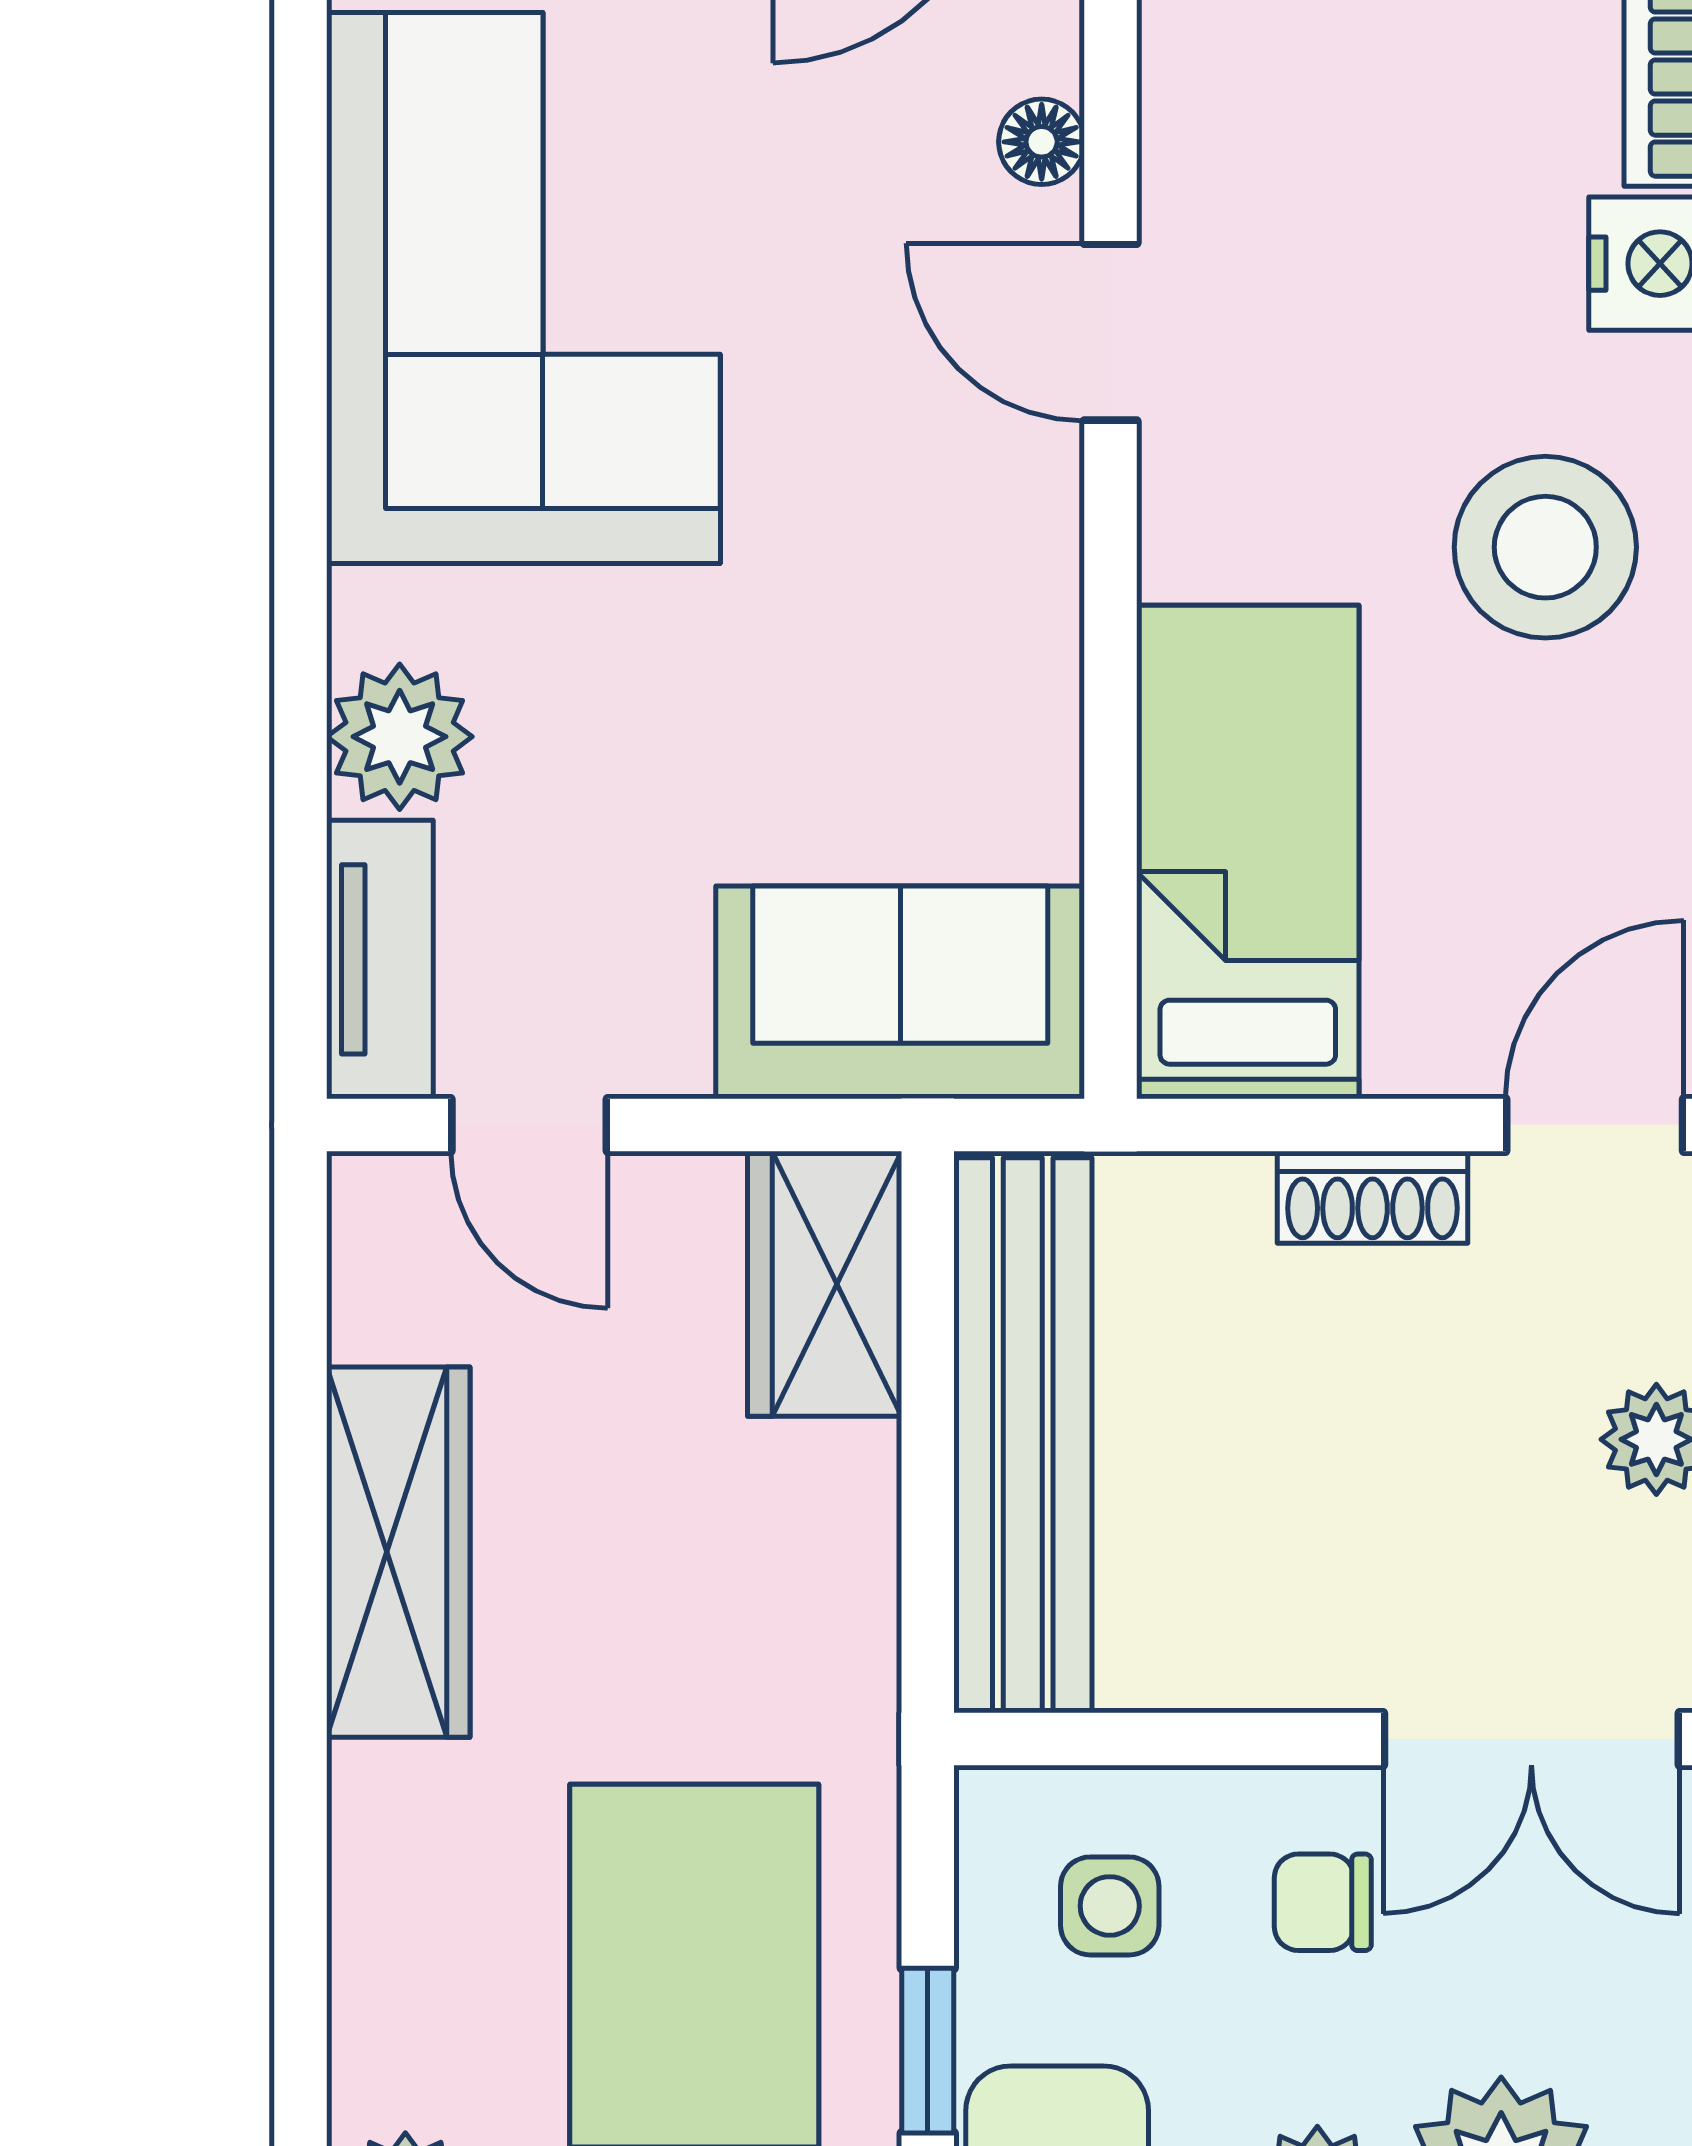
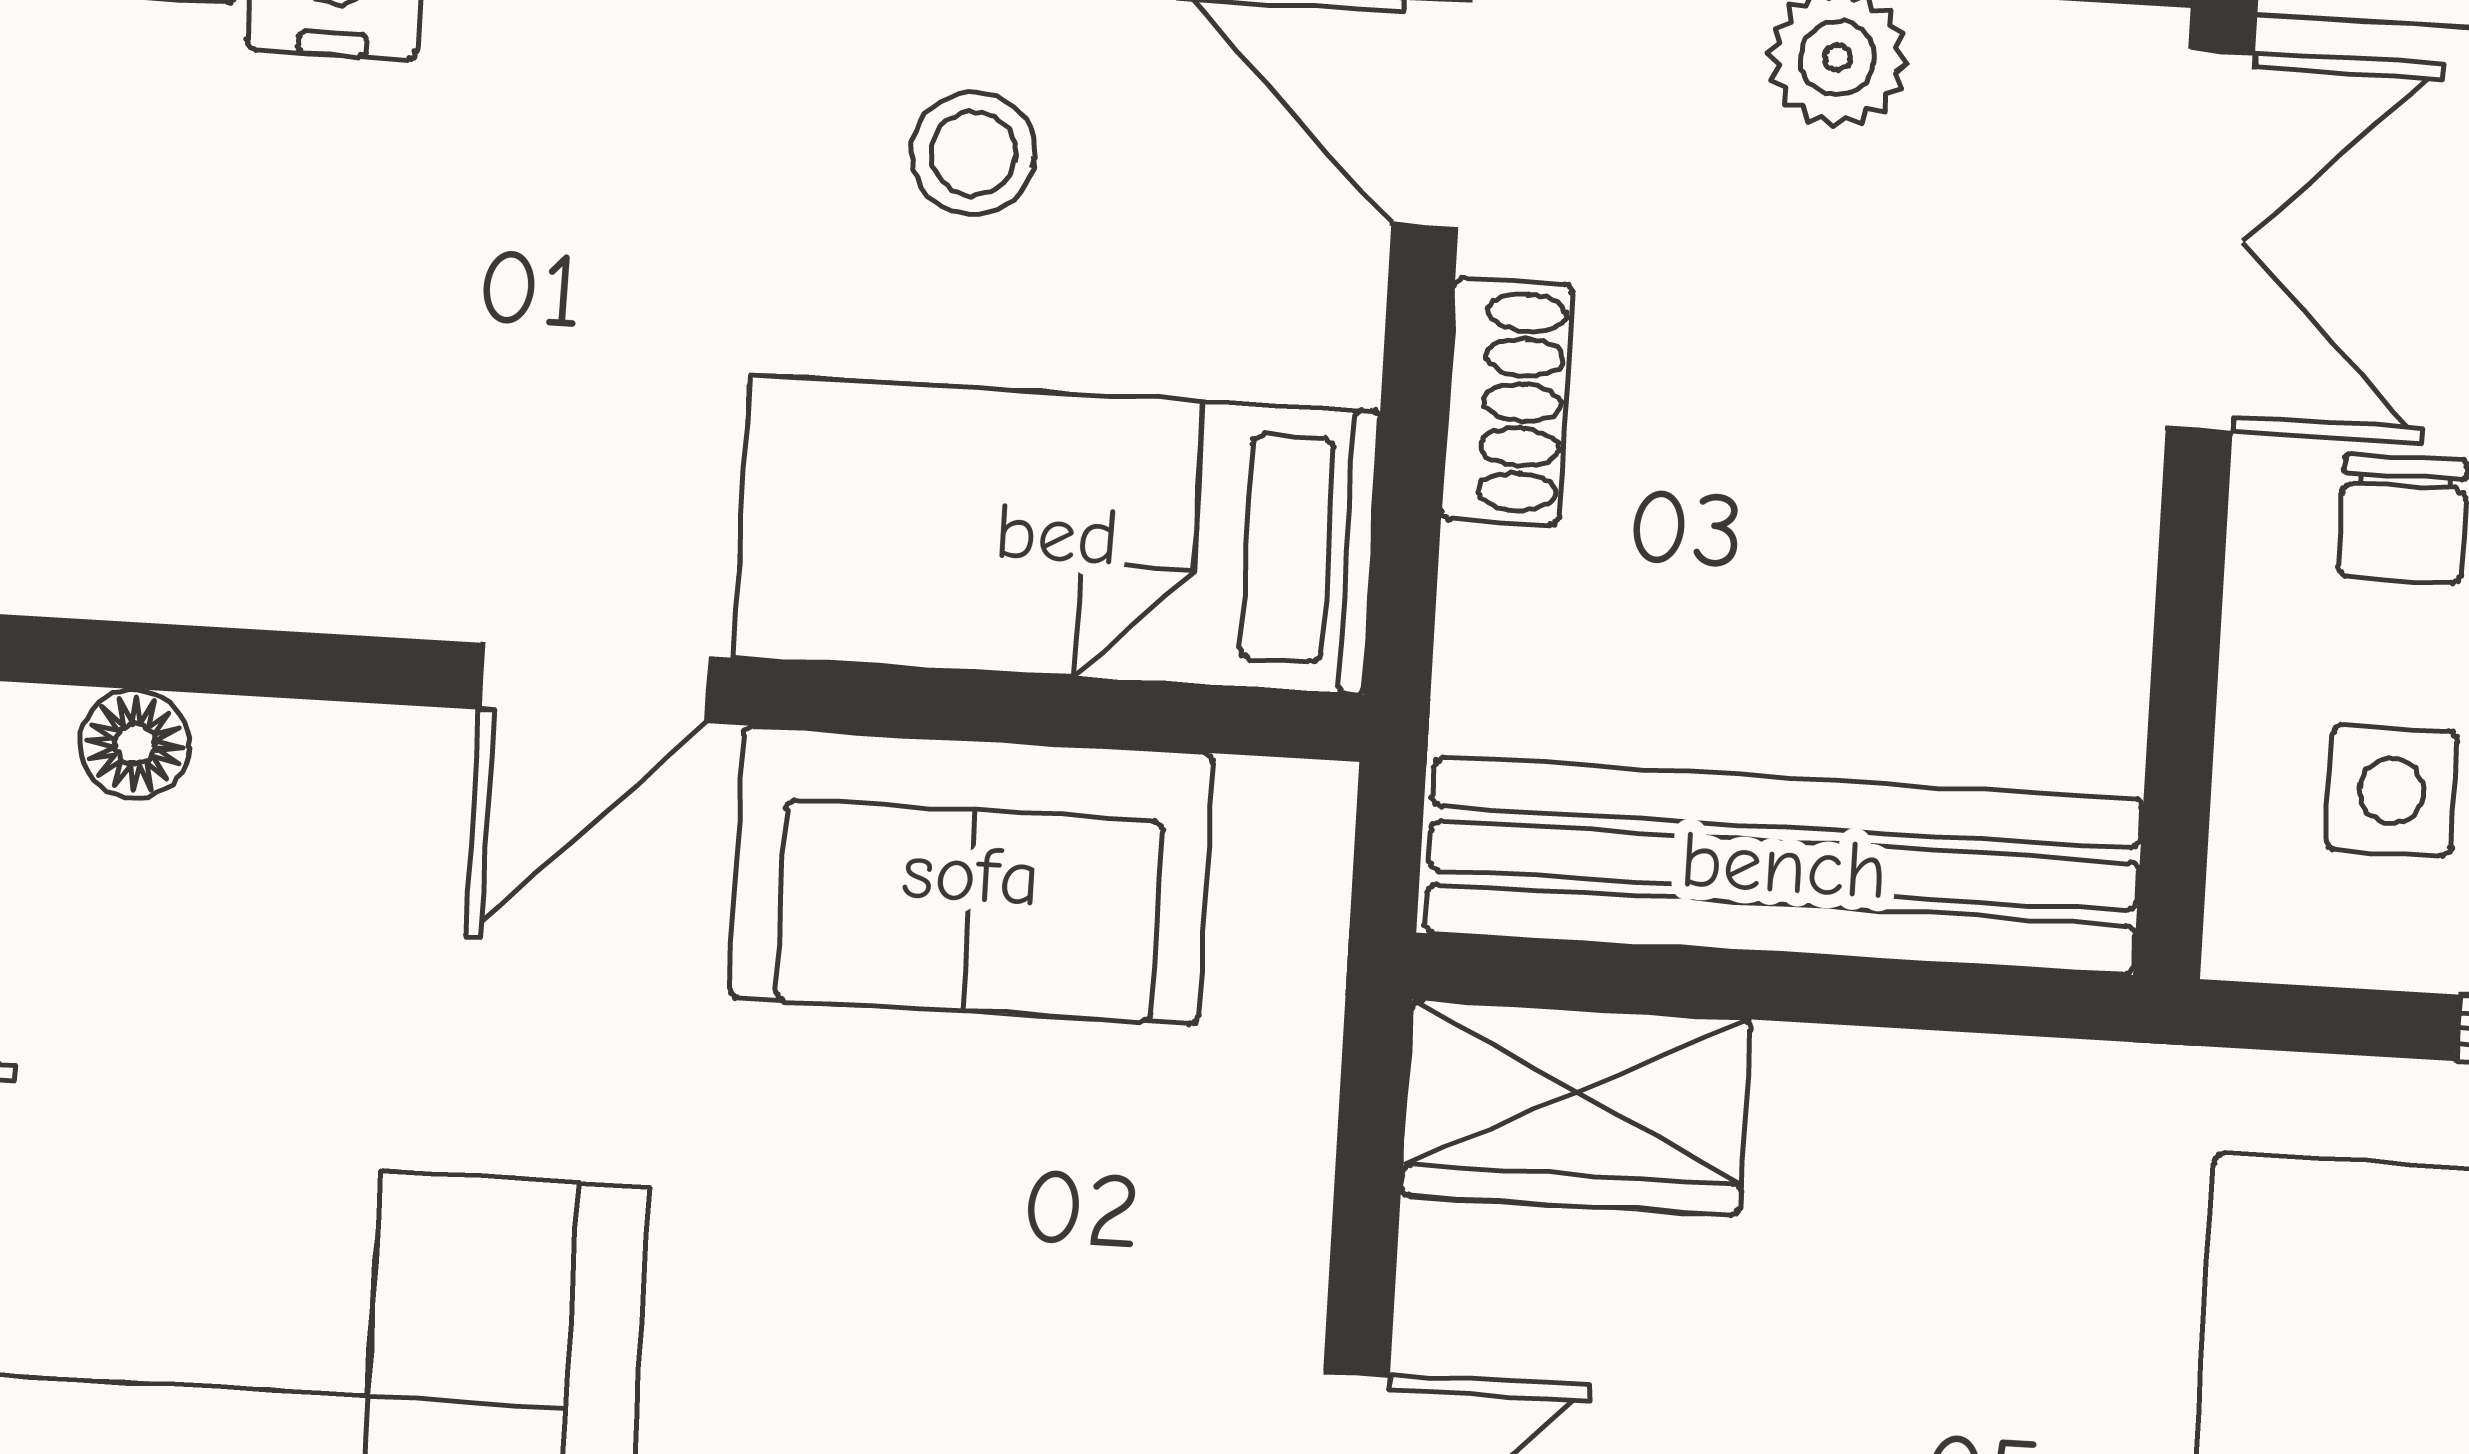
door: (1111, 332) -> (595, 683), moved
stool: (1545, 547) -> (973, 154), moved, width x0.53, depth x0.53
sofa: (900, 992) -> (971, 875), moved, turned -90

